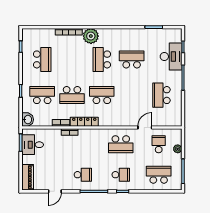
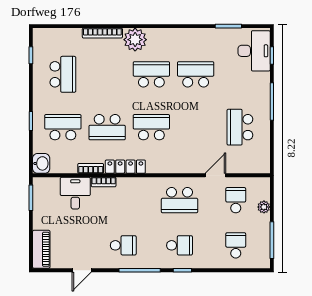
desk: (171, 57) -> (254, 51), moved
school desk: (102, 59) -> (151, 74), turned 90
desk: (33, 145) -> (75, 193), moved, turned 90
school desk: (159, 175) -> (236, 245), width x0.54

